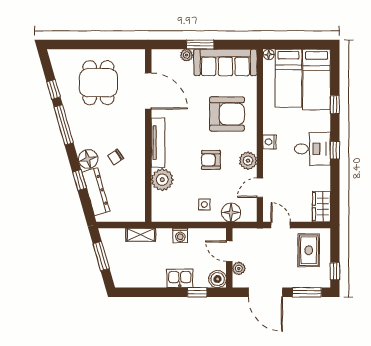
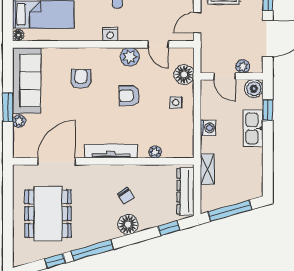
dining table: (98, 83) -> (48, 214), width x1.38
armchair: (227, 114) -> (81, 79), width x0.53, depth x0.53
armchair: (211, 160) -> (129, 96), turned 90
window: (79, 180) -> (169, 228), moved
plant: (162, 180) -> (155, 152), width x0.53, depth x0.53
dresser: (96, 192) -> (185, 191), moved, turned -74
door: (229, 251) -> (225, 76), hinge flipped
window: (101, 256) -> (230, 211), width x1.44
kitchen sink: (180, 278) -> (253, 128), width x1.38

